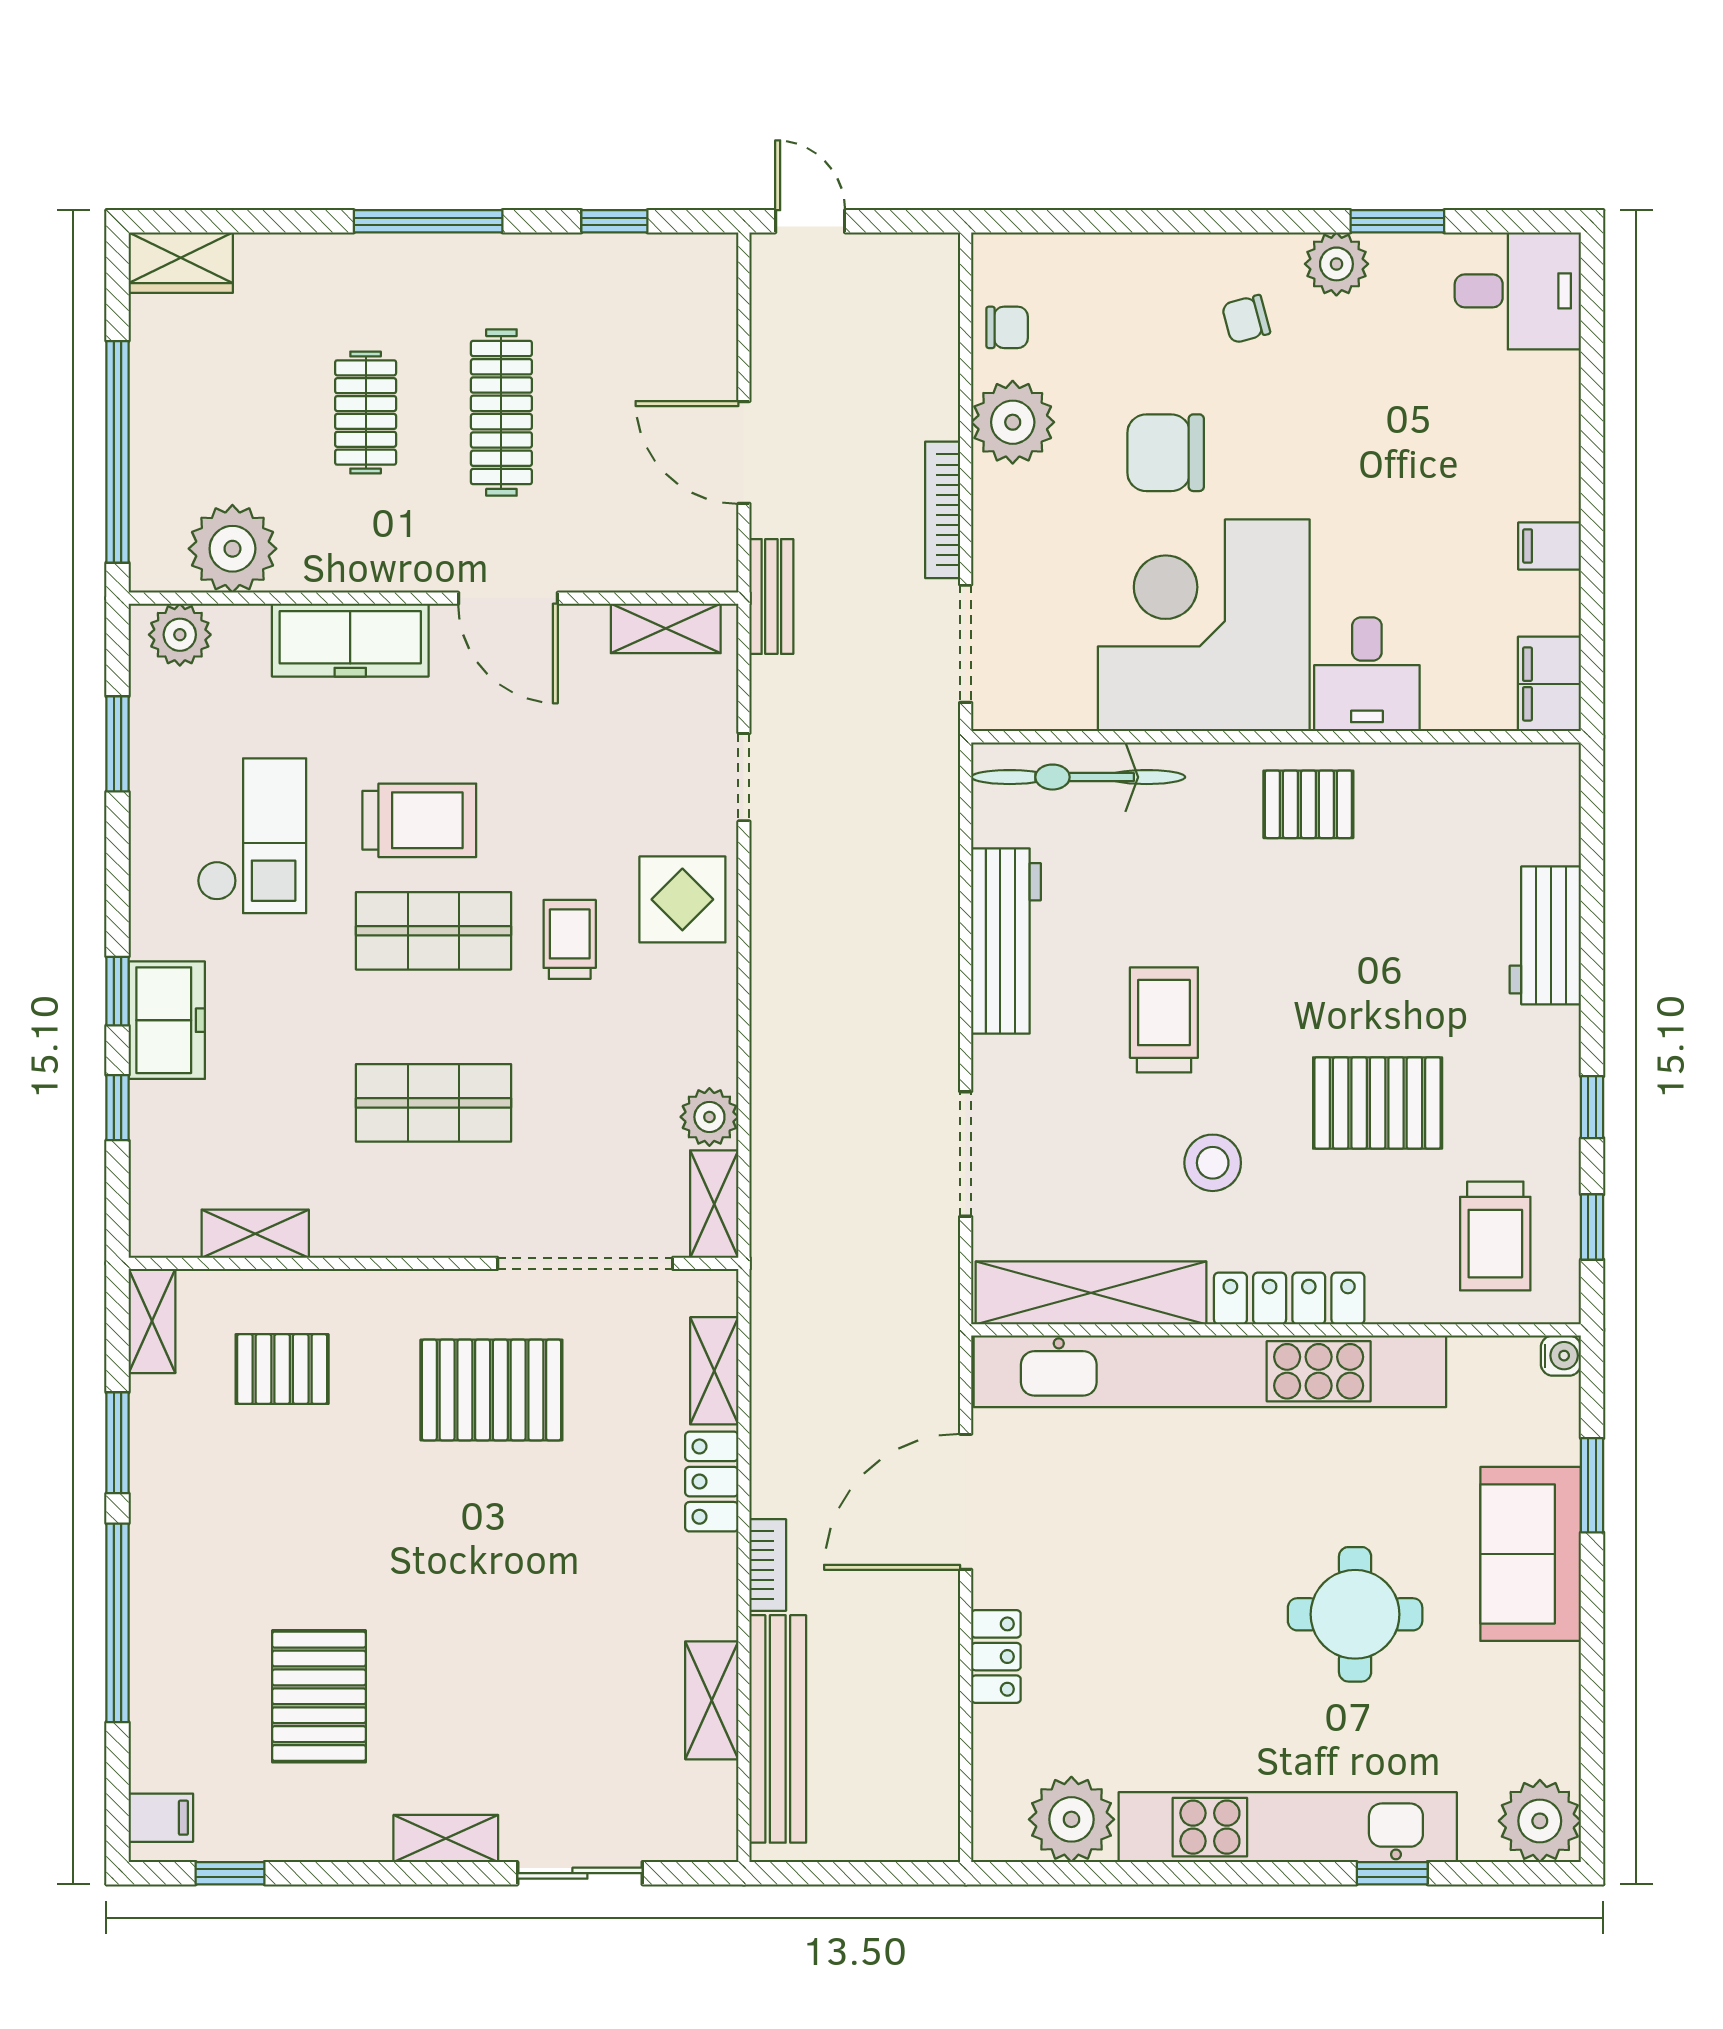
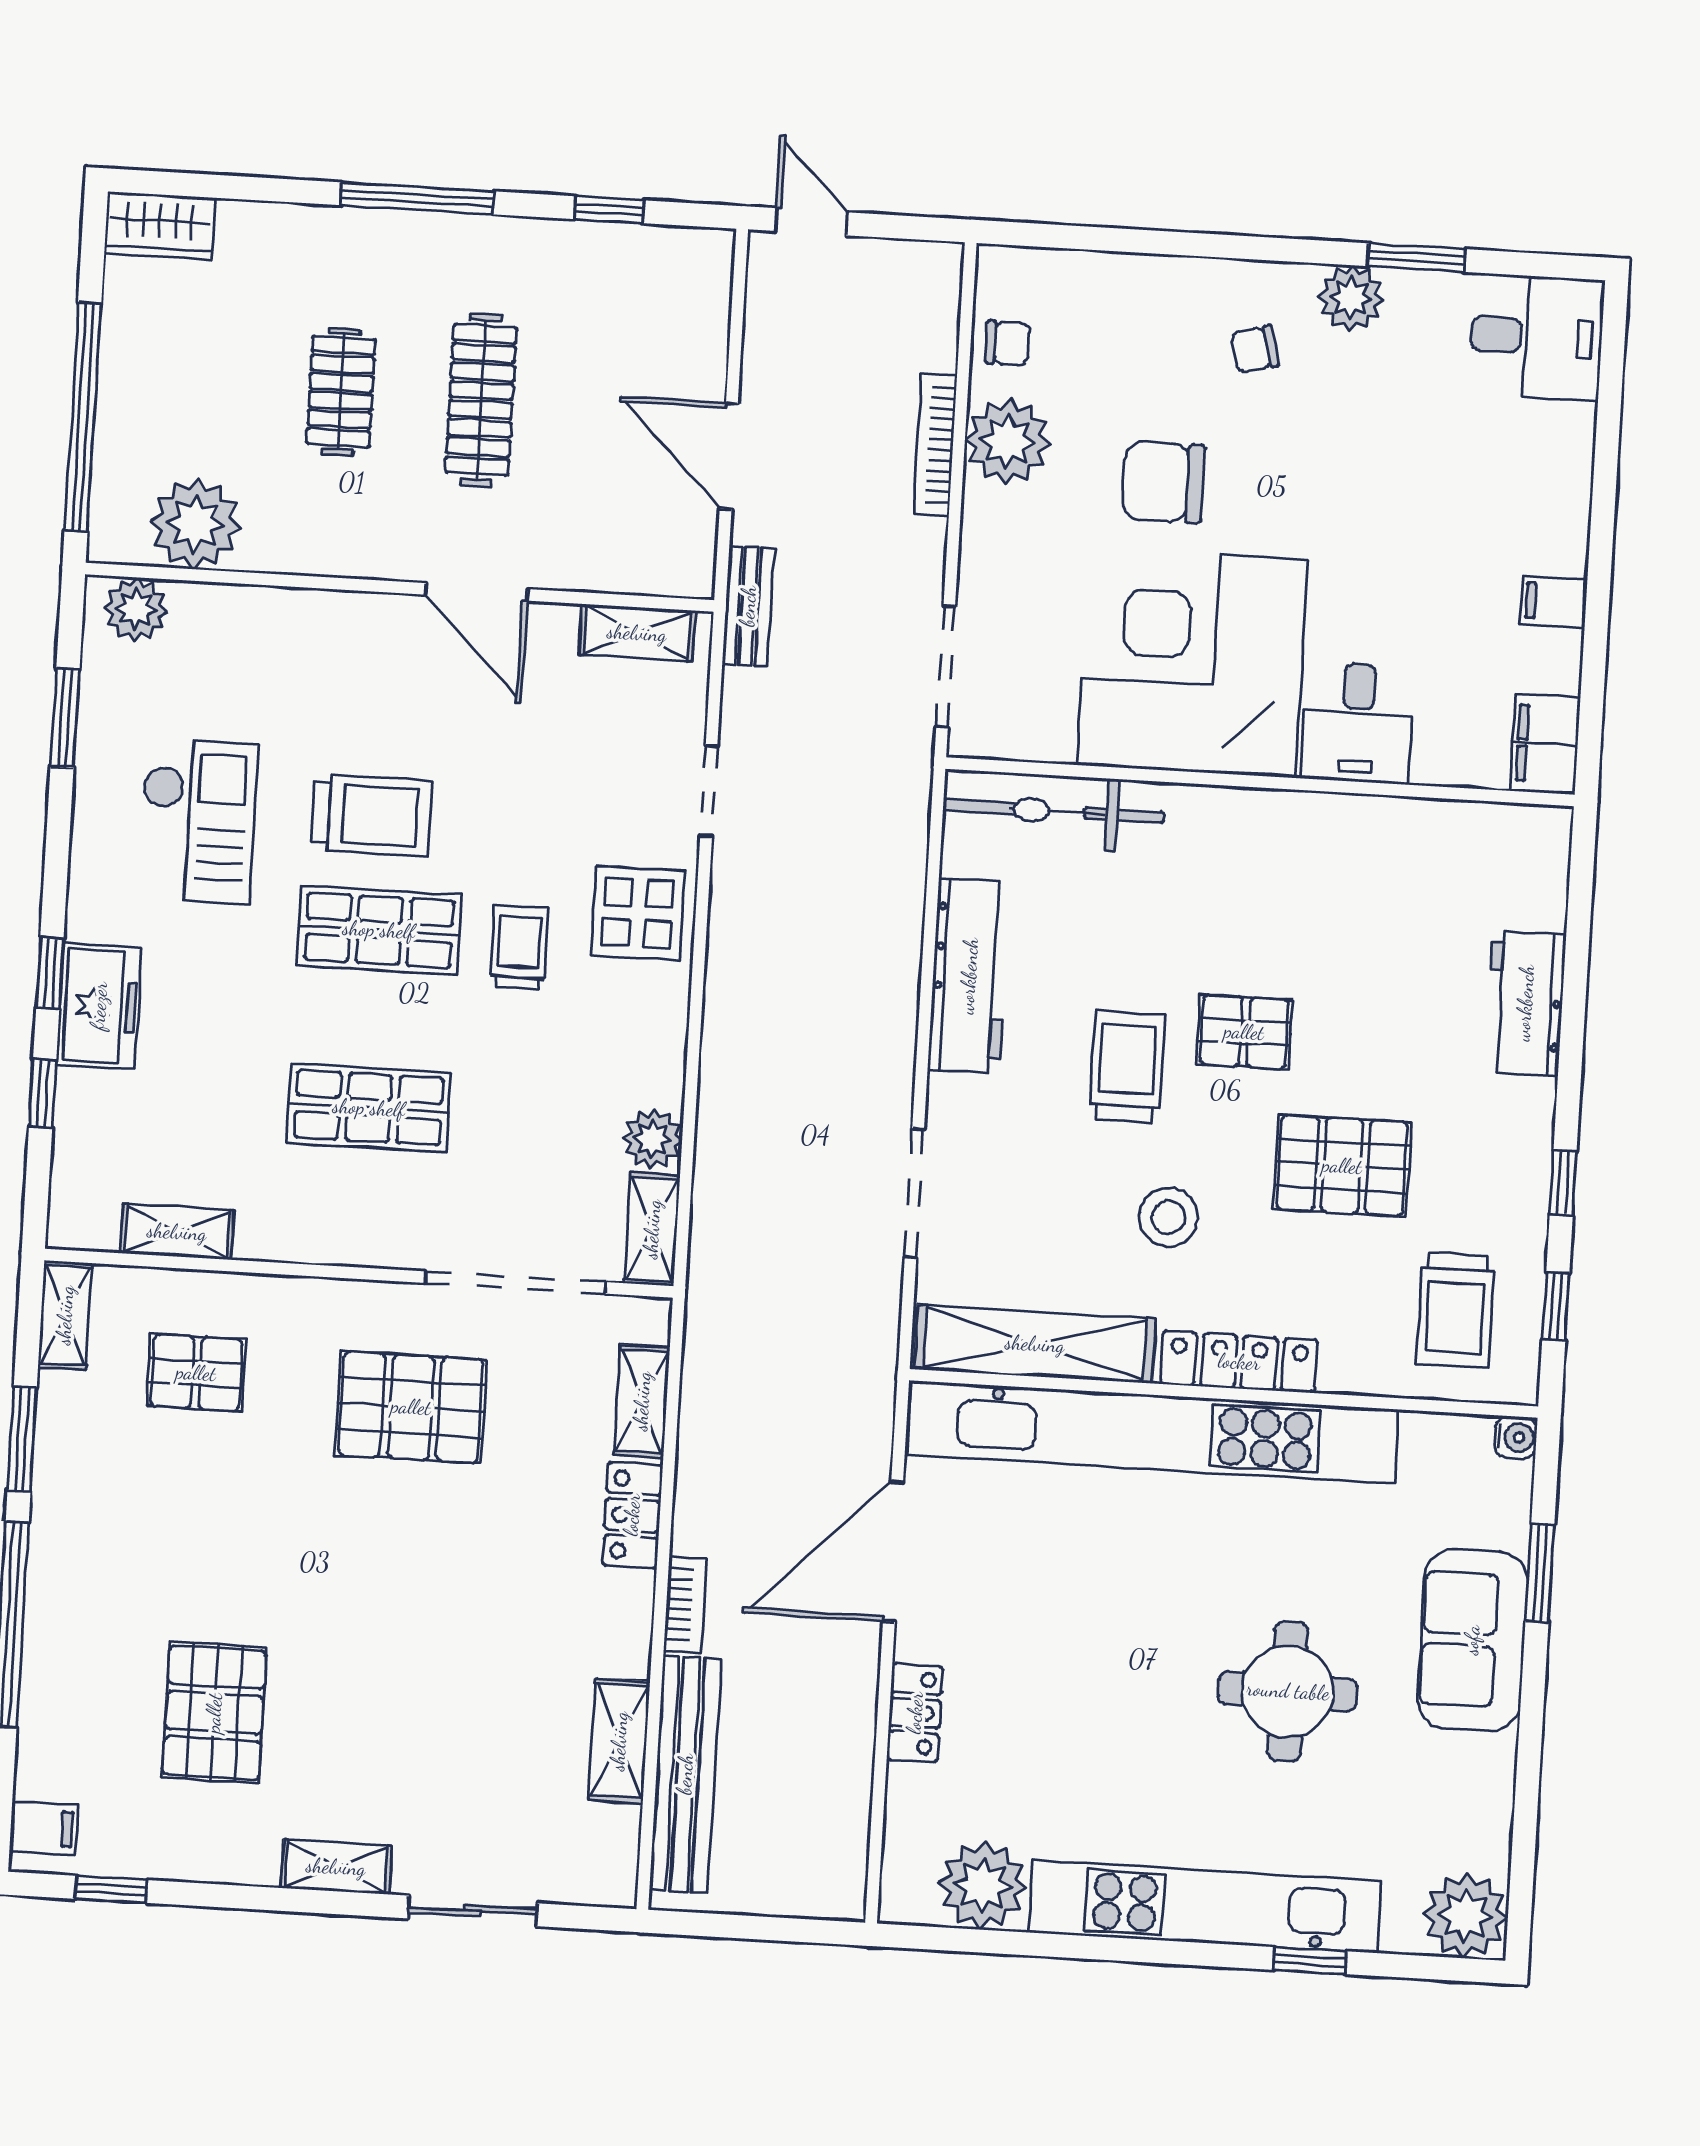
bookcase: (943, 510) -> (935, 445), moved
freezer: (350, 640) -> (311, 625), removed
pallet: (1308, 804) -> (1244, 1032), moved

